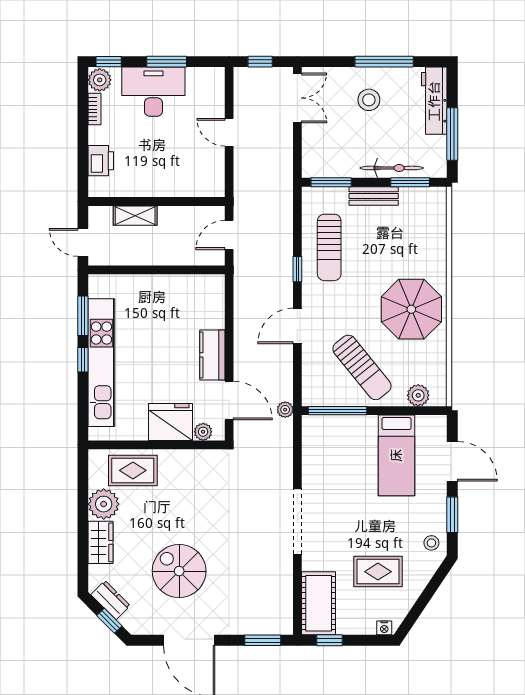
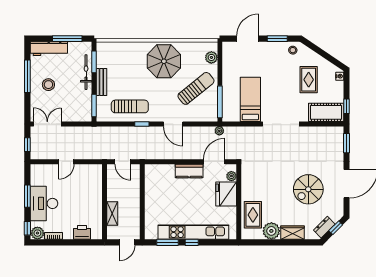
bed: (396, 455) -> (250, 99), moved, turned -90

